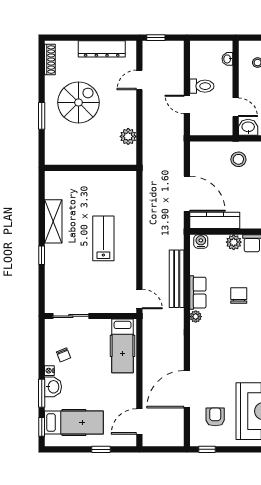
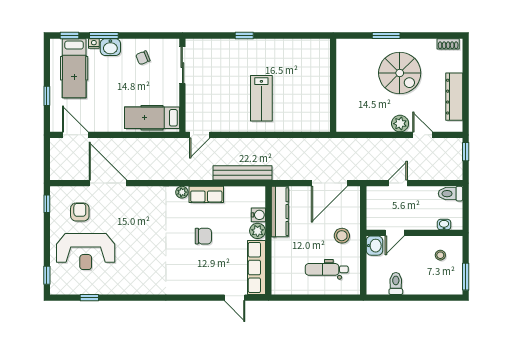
shoe rack: (50, 60) -> (448, 44), width x0.70
toilet: (202, 86) -> (450, 194), moved, turned 90
plant: (128, 136) -> (400, 124), moved
door: (187, 194) -> (329, 183), moved
shelving: (53, 221) -> (279, 47), removed
lab bench: (103, 238) -> (261, 98), turned 90
water cooler: (201, 241) -> (258, 215), moved
bench: (177, 279) -> (243, 173), moved
nightstand: (49, 371) -> (94, 43), moved
armchair: (215, 417) -> (80, 212), turned -90

